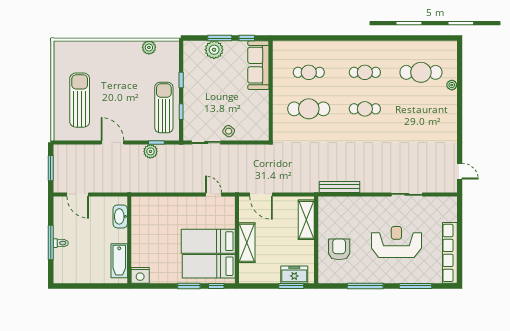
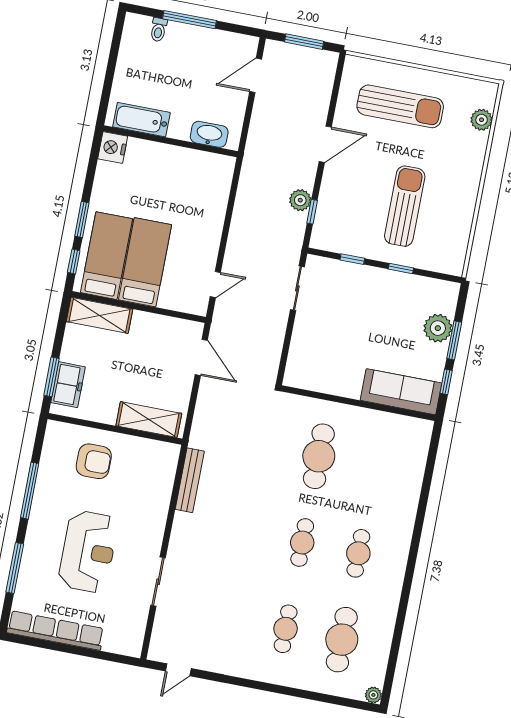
plant: (149, 47) -> (482, 120), moved
cafe table: (309, 72) -> (286, 629), moved
plant: (452, 85) -> (373, 695), moved
sun lounger: (164, 108) -> (405, 206), moved, turned -90
side table: (229, 131) -> (308, 326), removed
door: (261, 194) -> (201, 357), swing flipped
toilet: (61, 243) -> (159, 30), moved
shelving: (247, 243) -> (100, 315), moved

